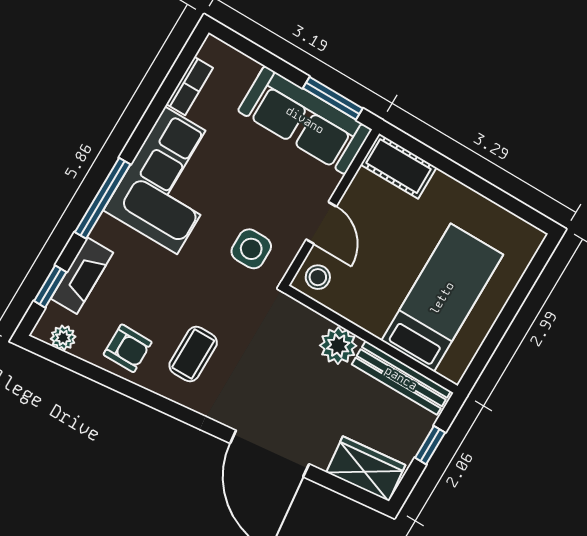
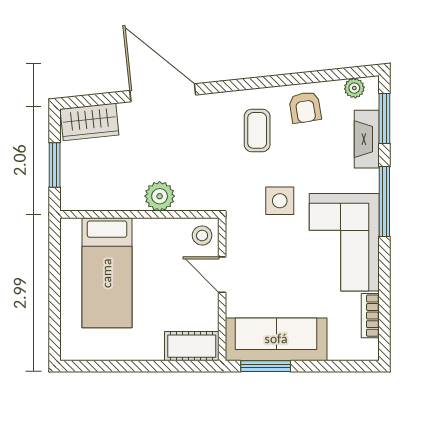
side table: (251, 249) -> (280, 201), moved
window: (50, 286) -> (384, 118), width x1.50
armchair: (128, 348) -> (305, 107), turned -99
bench: (401, 378) -> (102, 200), removed
window: (430, 445) -> (55, 165), width x1.50

